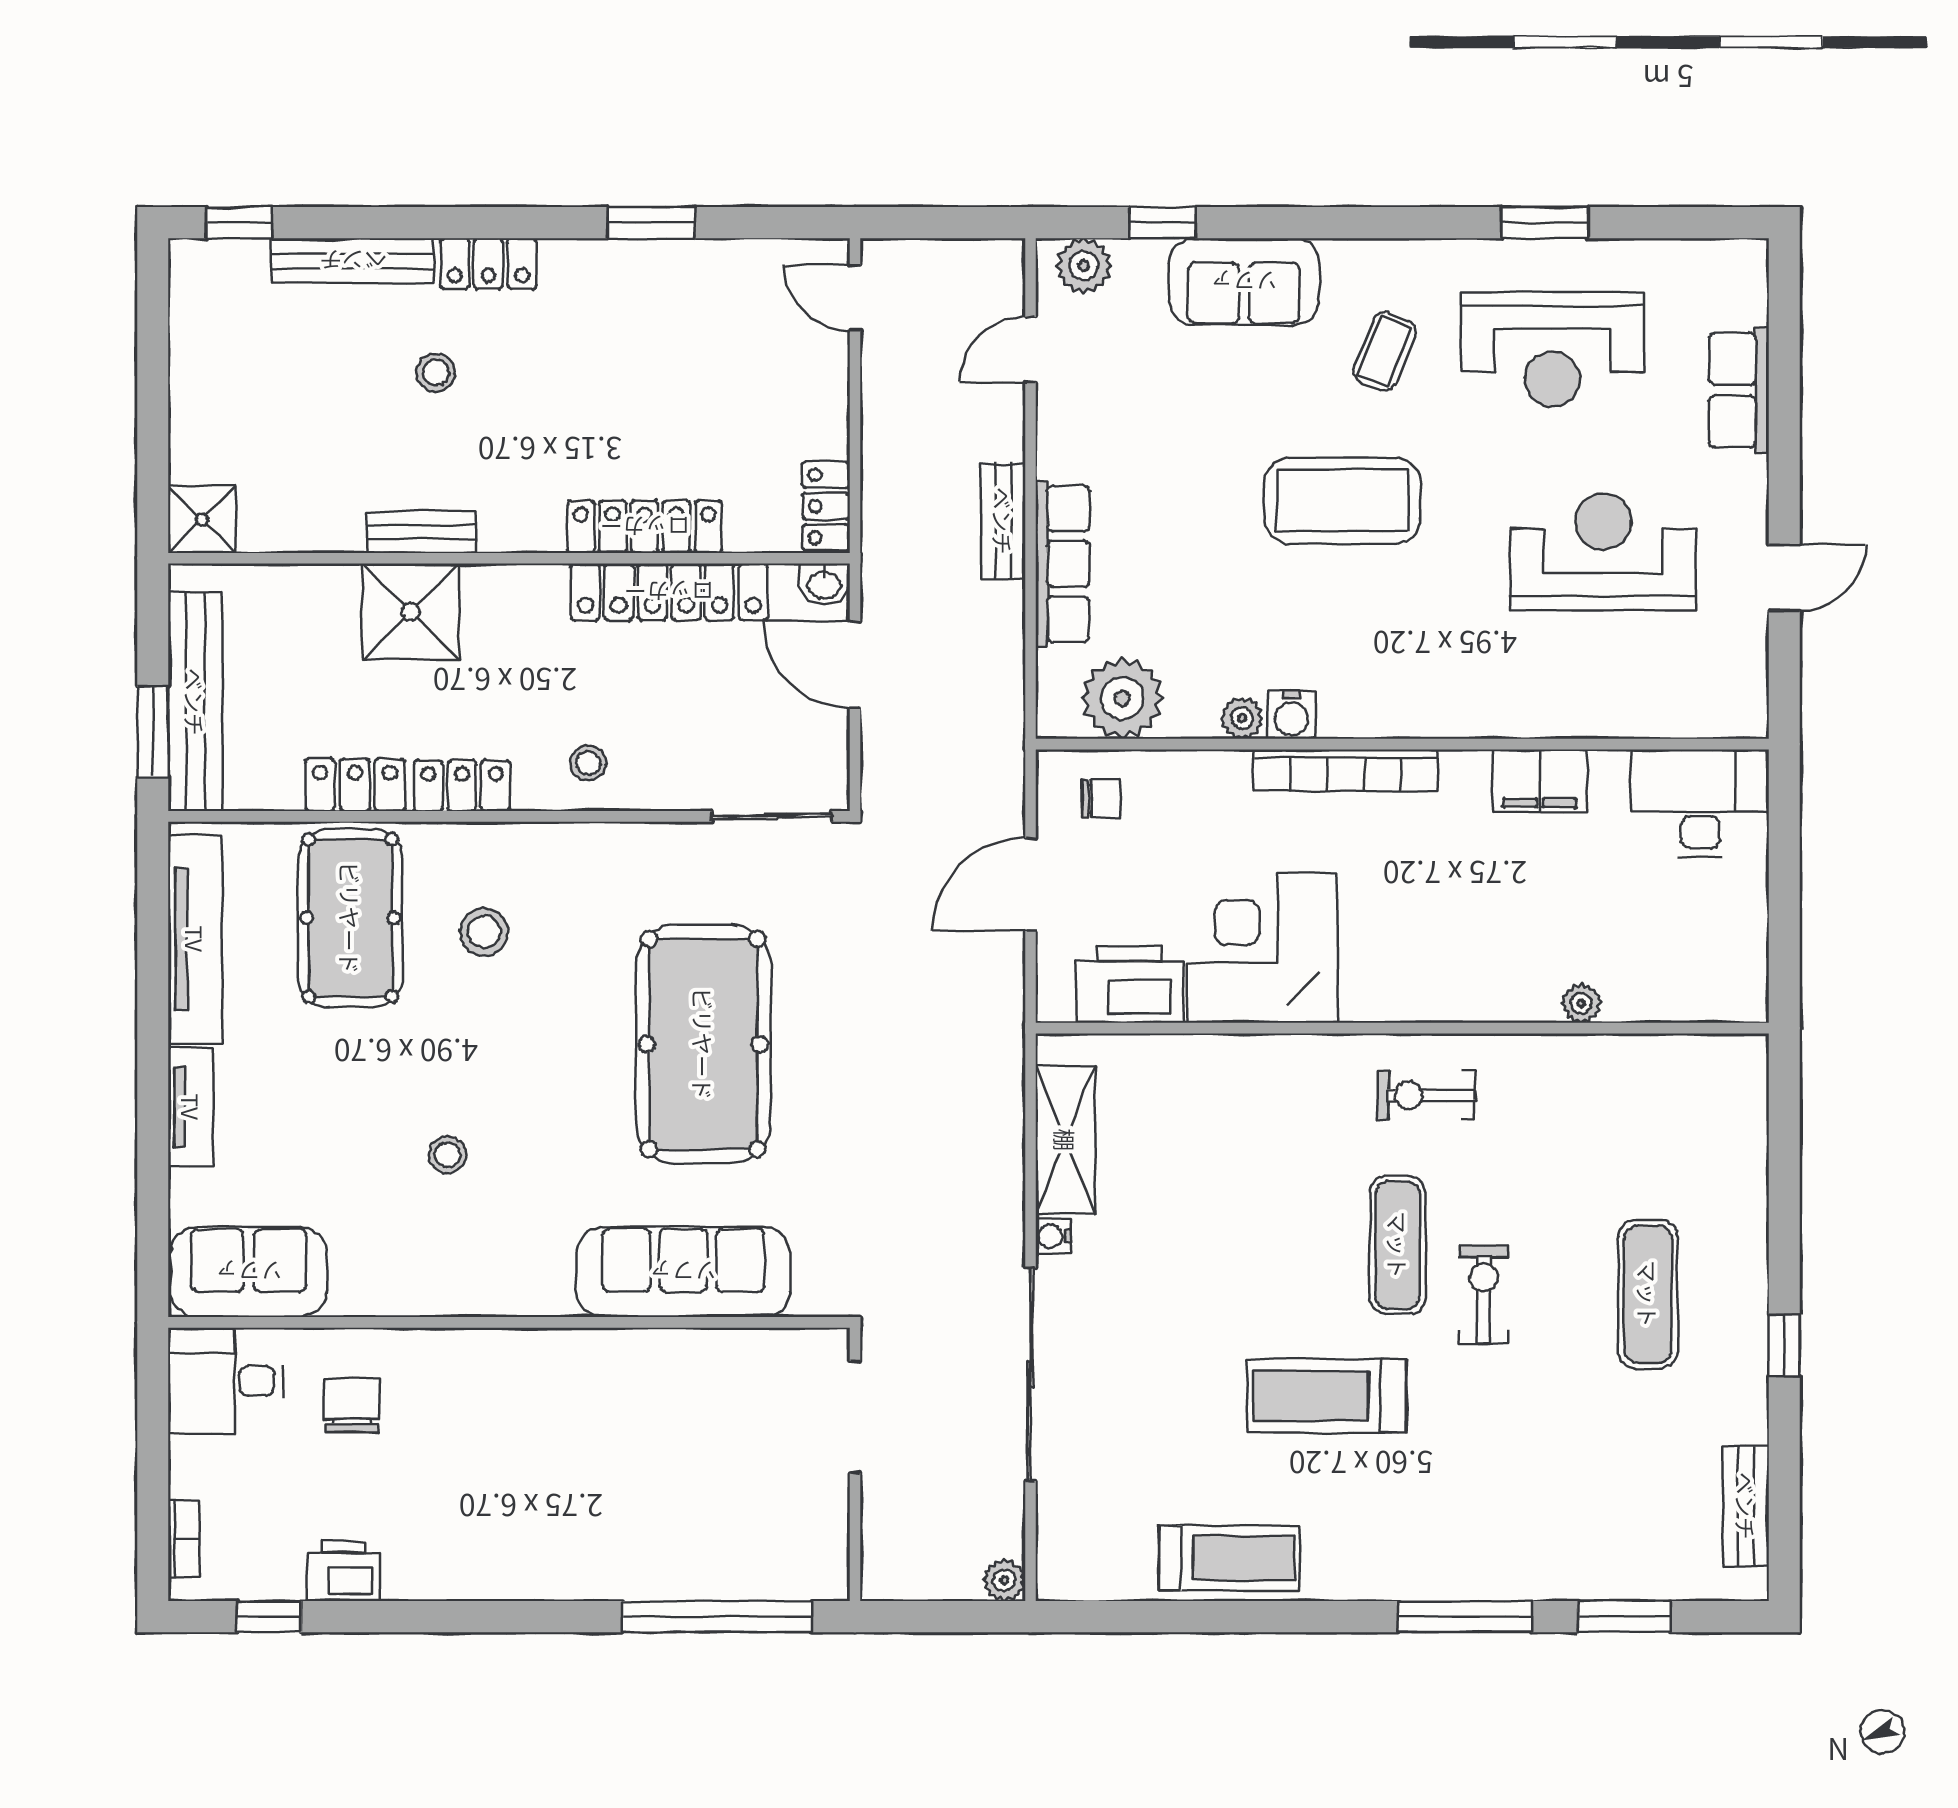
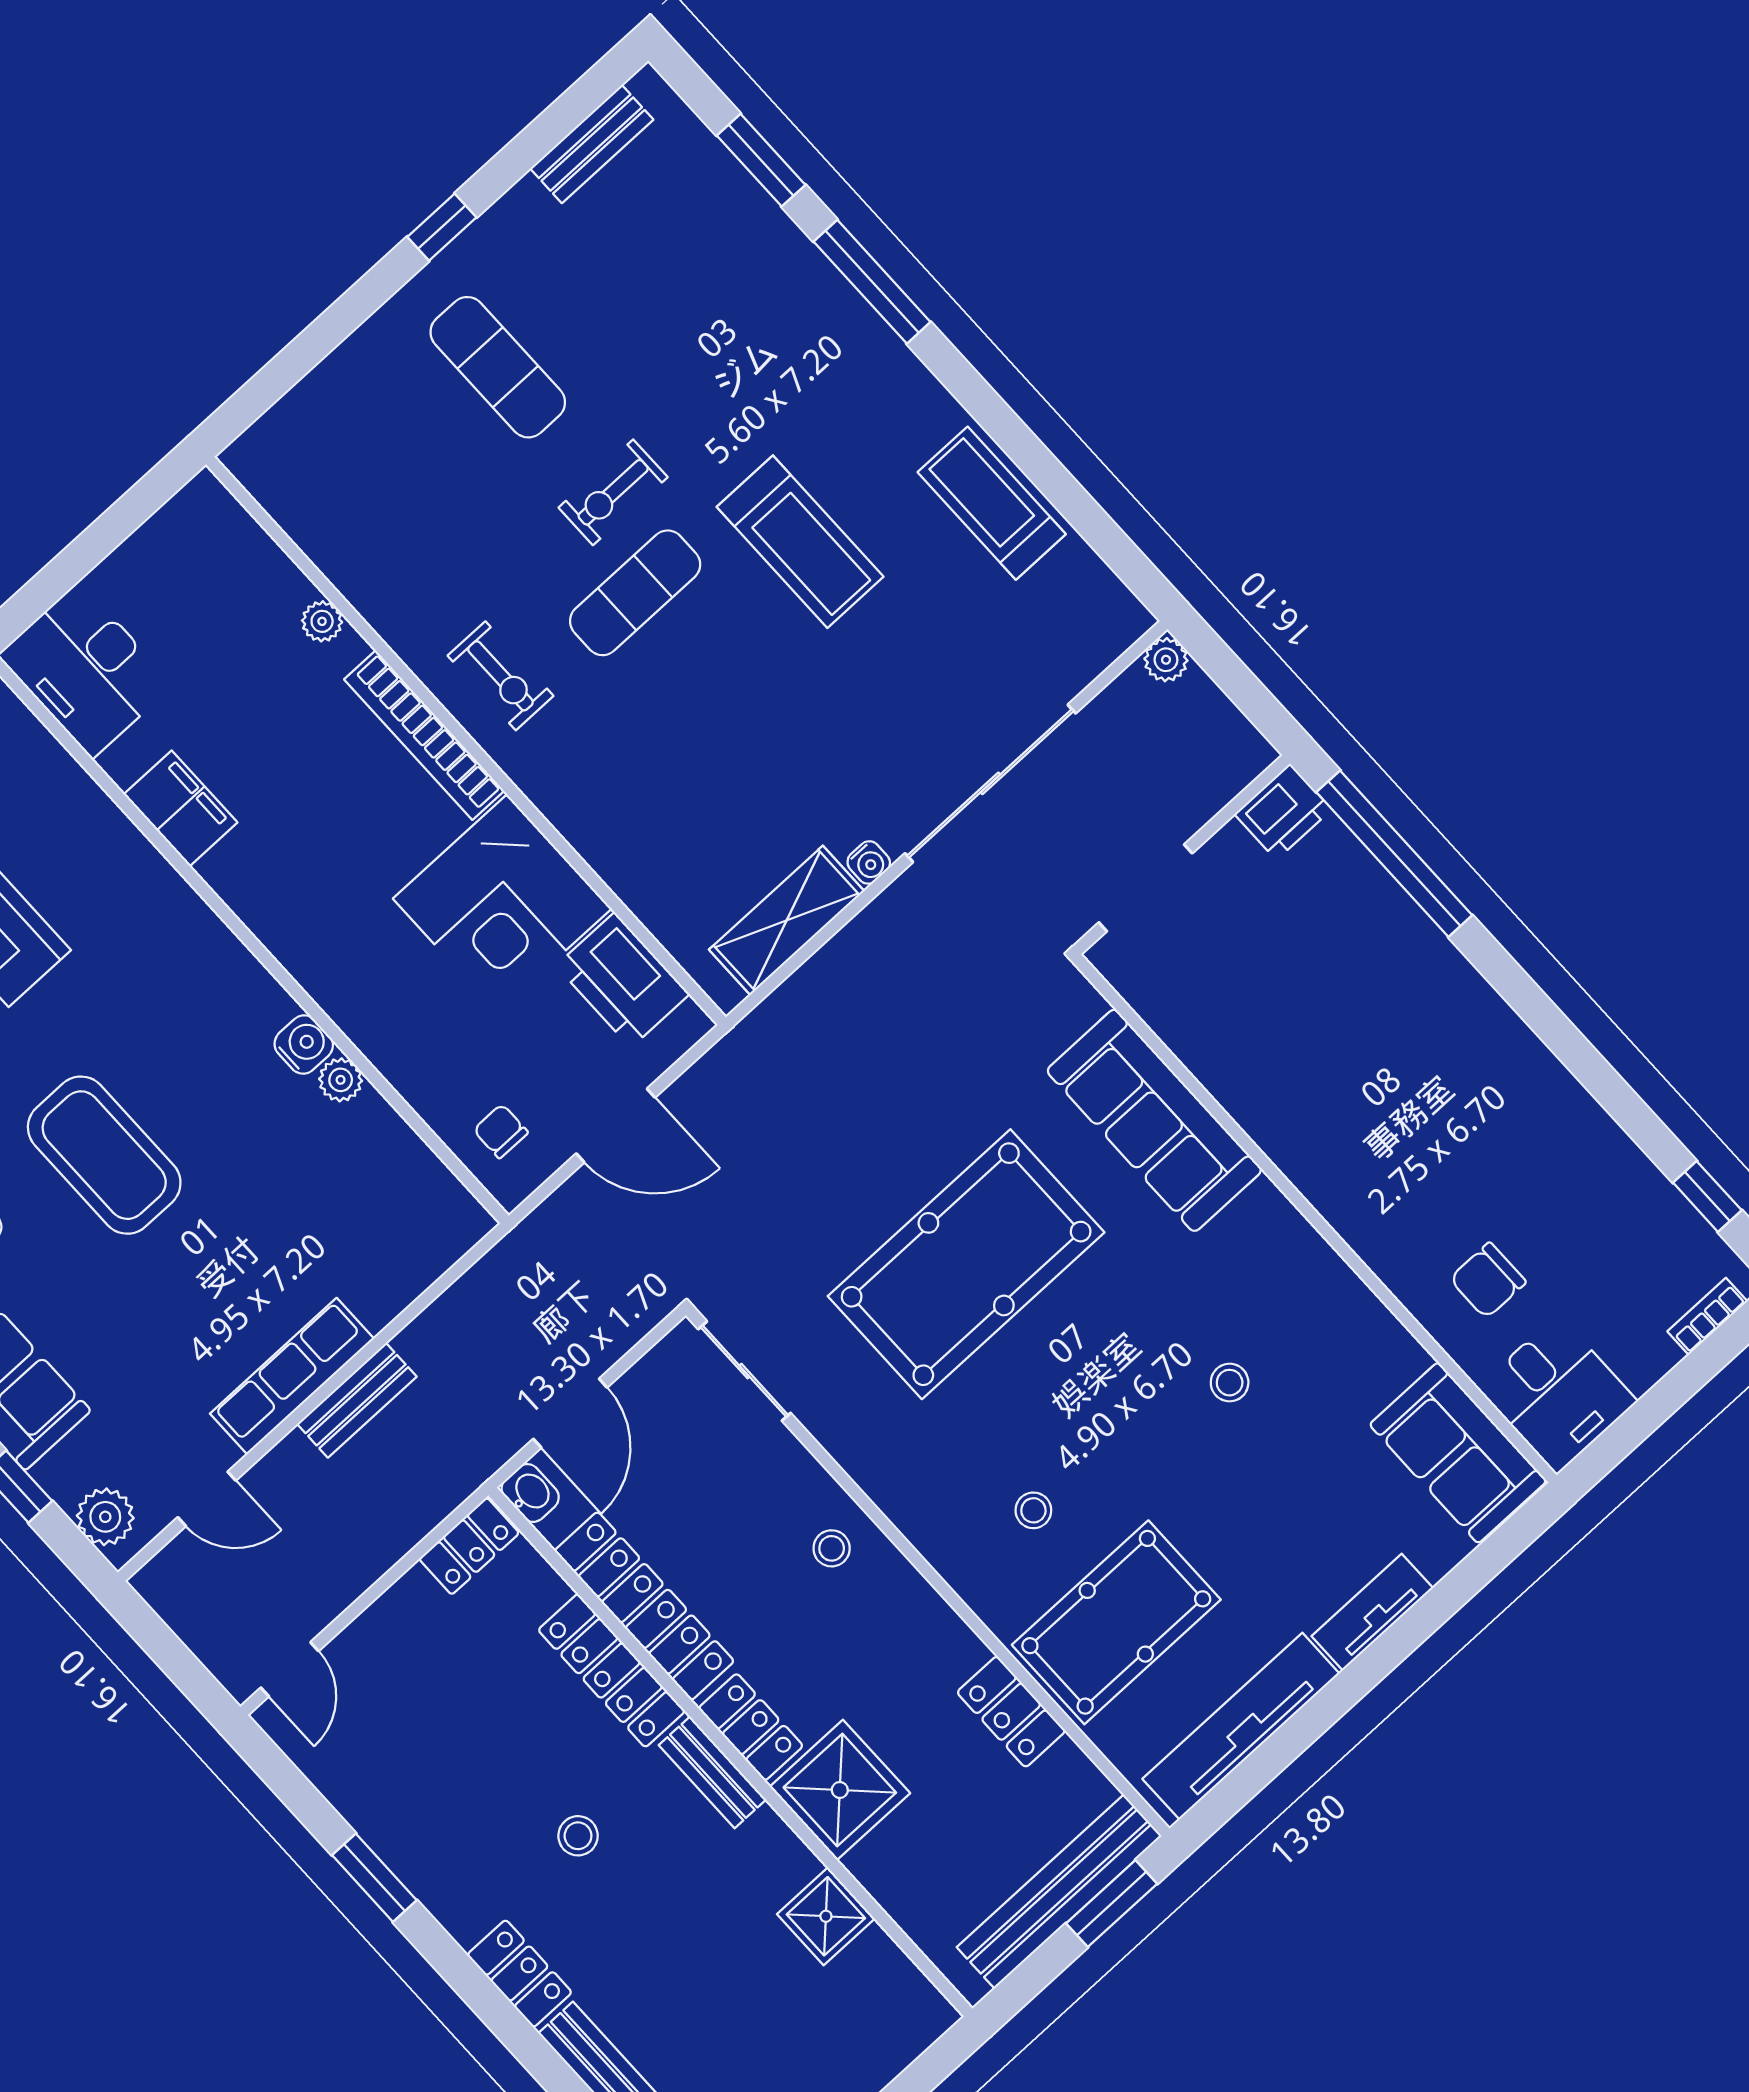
stool: (436, 373) -> (578, 1836), moved
shower: (202, 520) -> (826, 1916), moved
bench: (422, 532) -> (712, 1772), moved
row of seats: (1062, 564) -> (292, 1376), moved
plant: (1122, 698) -> (409, 1185), removed
bookcase: (1346, 770) -> (424, 735), moved, turned 180
locker: (462, 786) -> (751, 1727), moved, turned 180
stool: (484, 932) -> (1033, 1510), width x0.73, depth x0.73
exercise mat: (1648, 1294) -> (498, 367), turned 90
printer: (343, 1571) -> (1283, 812), moved, turned -90

